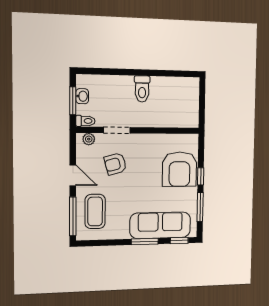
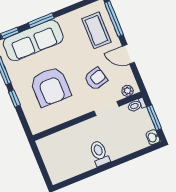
washbasin: (82, 96) -> (153, 137), moved
armchair: (180, 169) -> (50, 87), moved, turned 180

